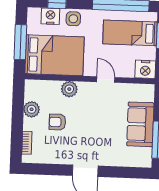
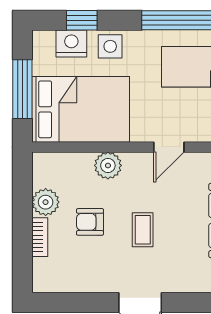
door: (106, 80) -> (169, 147), swing flipped
coffee table: (88, 128) -> (143, 230), added
bookcase: (27, 143) -> (40, 237), moved

